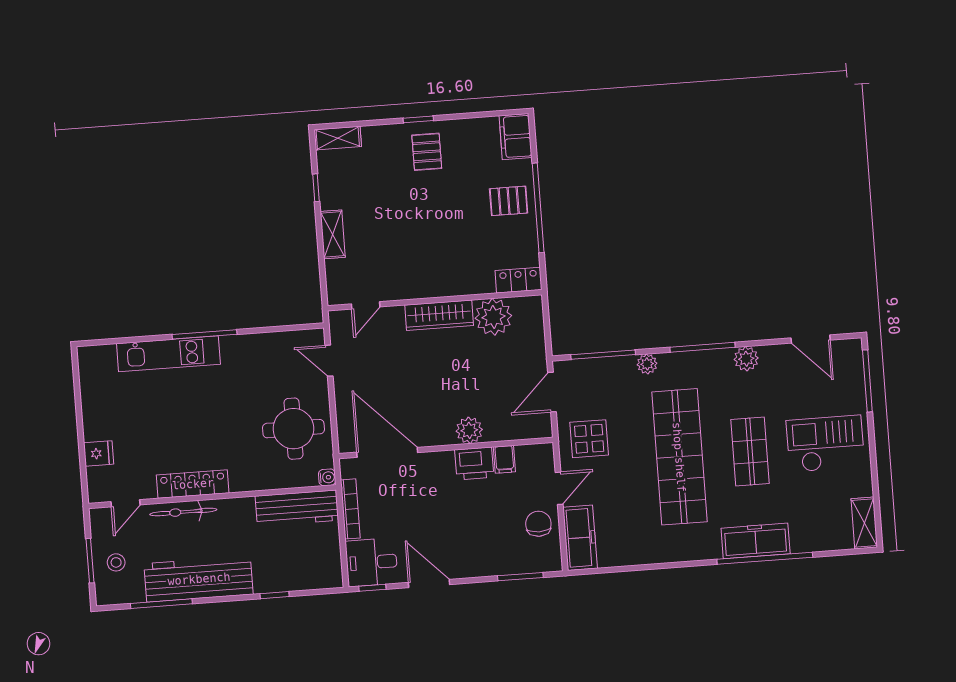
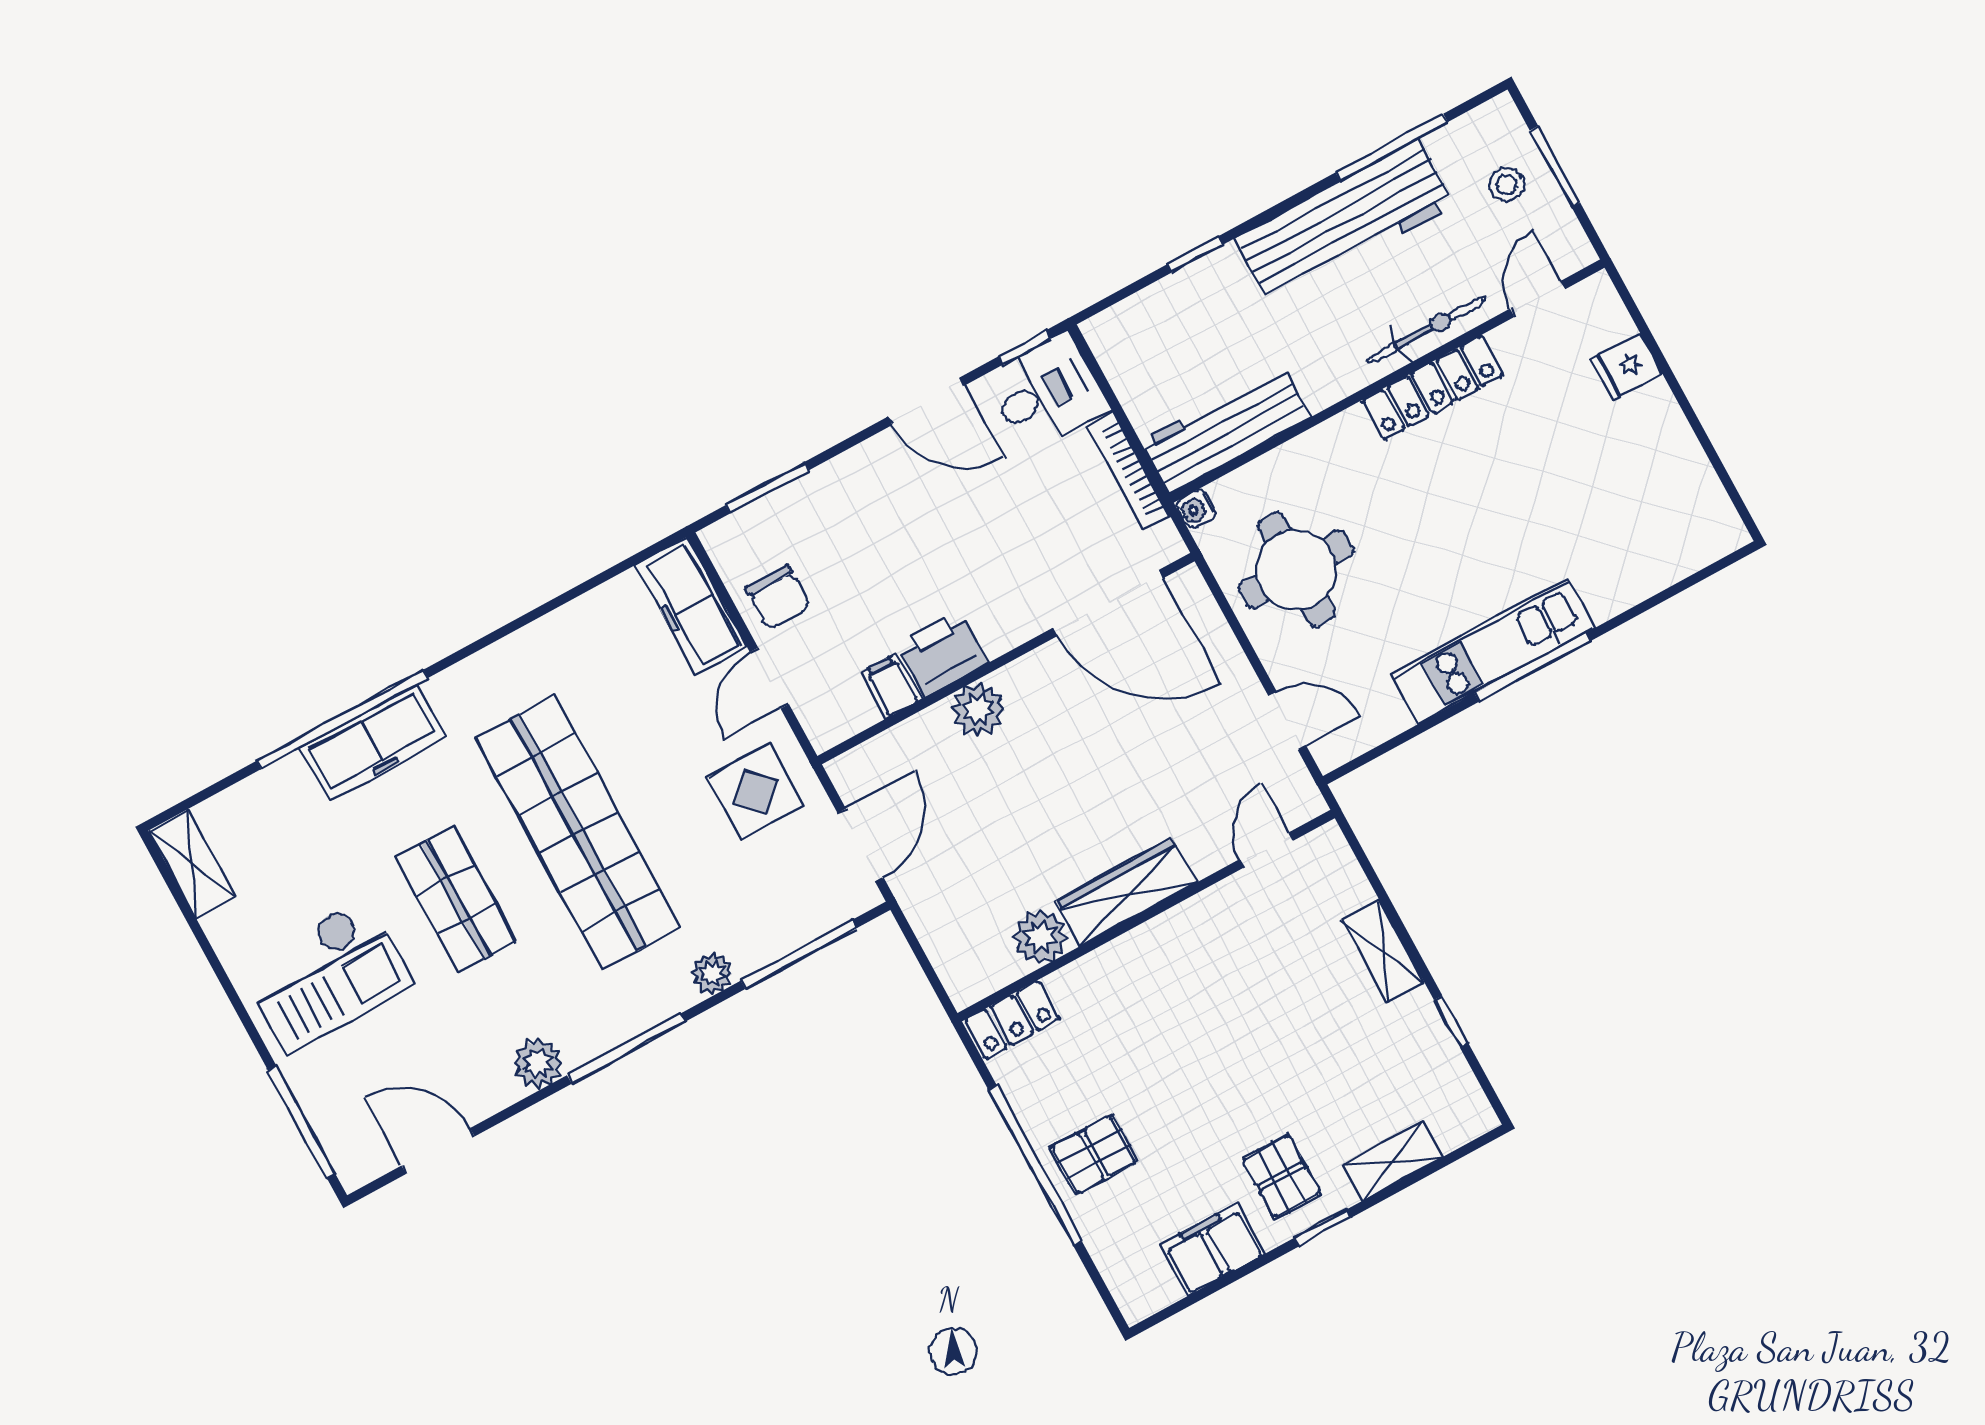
filing cabinet: (515, 137) -> (1213, 1249), moved, turned -90
shelving: (338, 138) -> (1393, 1161), moved
plant: (493, 317) -> (1040, 937), width x0.73, depth x0.73
kitchen unit: (168, 354) -> (1493, 651), moved

